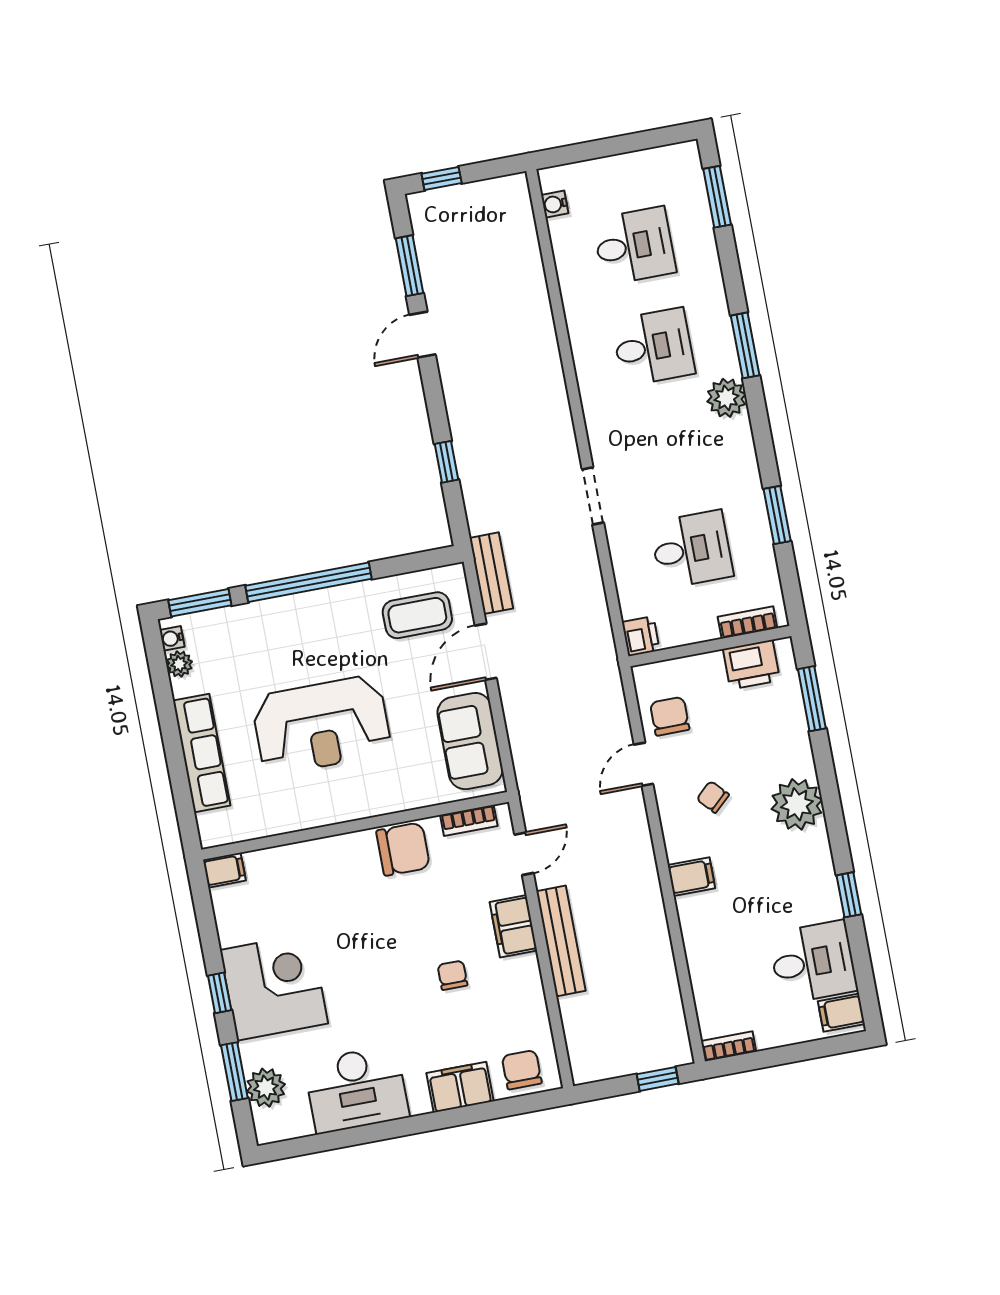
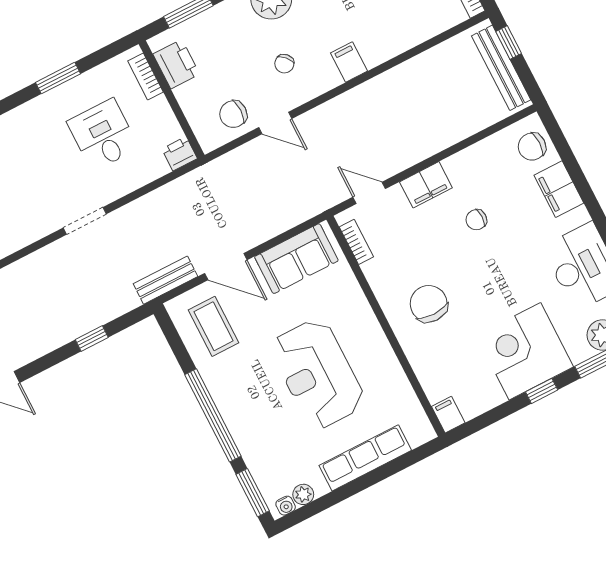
reception desk: (321, 725) -> (318, 374), turned 180
chair: (403, 849) -> (429, 304), moved
bench: (561, 941) -> (501, 68), moved, turned 90

